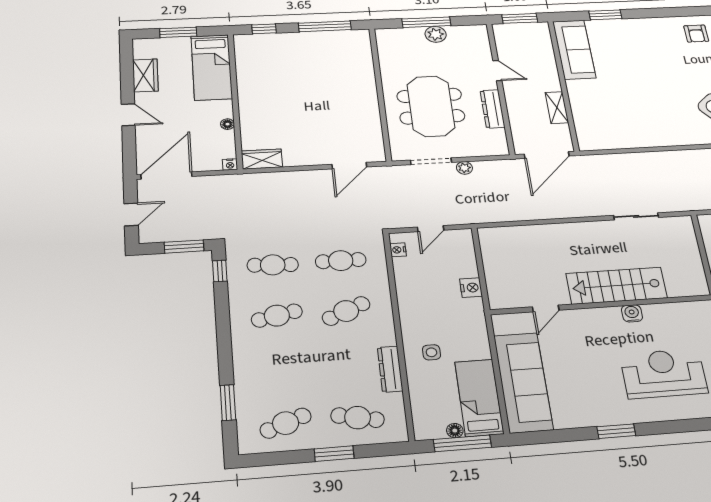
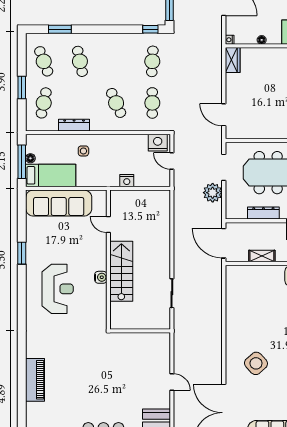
plant: (464, 168) -> (213, 193), width x1.88, depth x1.88
nightstand: (398, 250) -> (158, 143), width x1.89, depth x1.79
cafe table: (277, 316) -> (80, 61), moved

